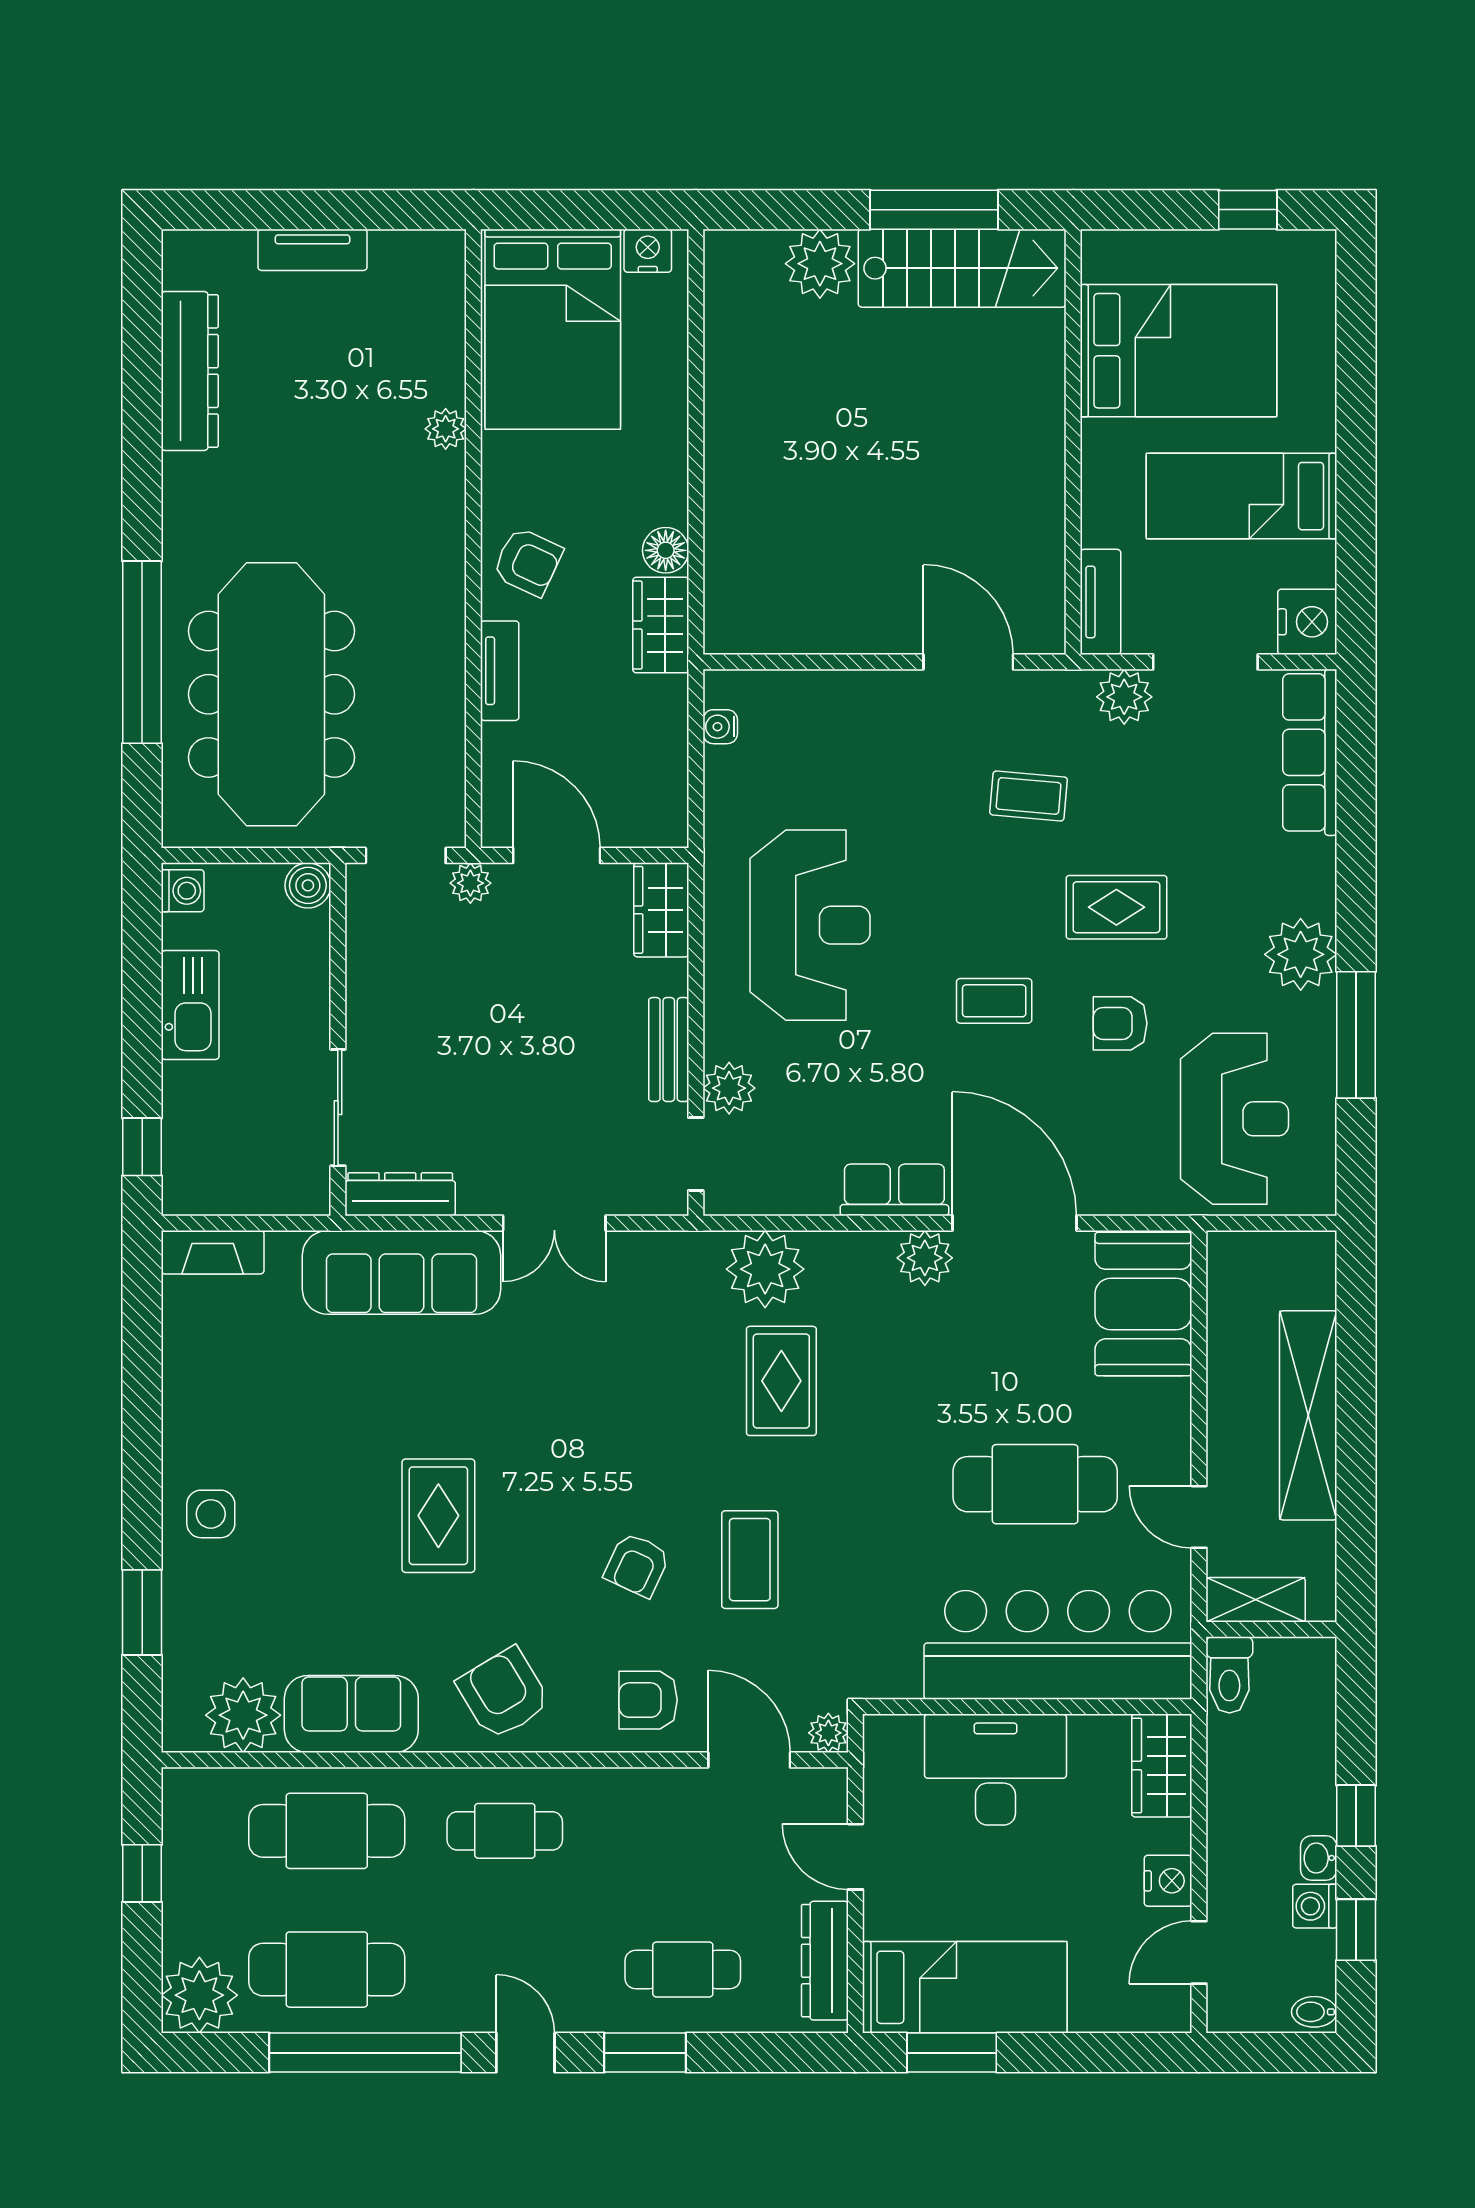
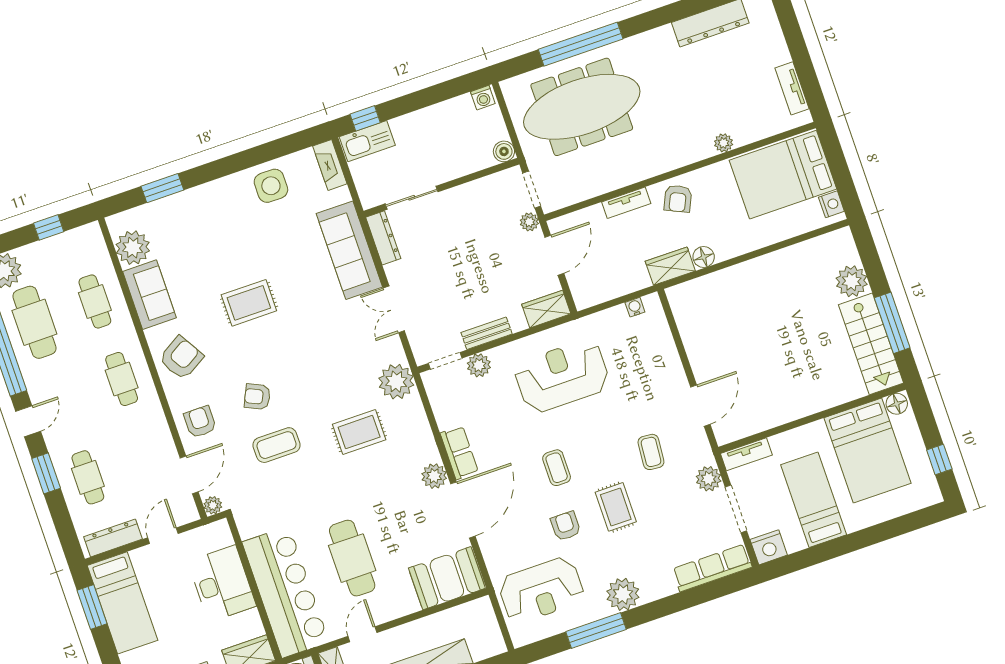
tv unit: (313, 250) -> (792, 88), moved
floor lamp: (1103, 258) -> (897, 404), added
reception desk: (810, 925) -> (562, 376), turned 180
kitchen sink: (190, 1005) -> (367, 141), moved
plant: (765, 1269) -> (396, 382), moved
side table: (211, 1514) -> (271, 186), moved, width x1.37, depth x1.37
cafe table: (327, 1831) -> (95, 301), width x0.73, depth x0.74

